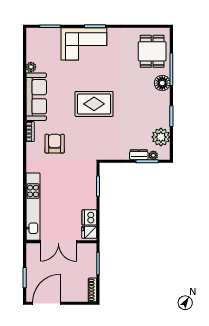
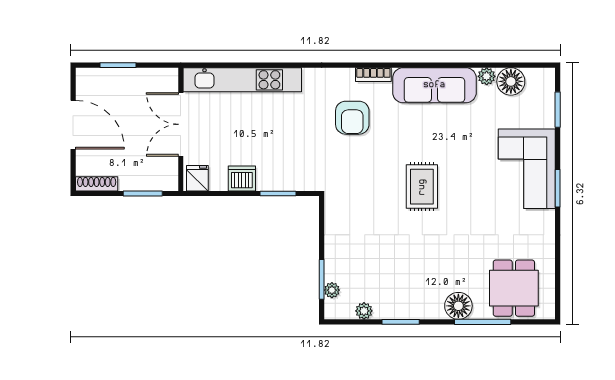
dining table: (152, 51) -> (514, 288), turned 90
floor lamp: (34, 53) -> (511, 81), added
rug: (94, 104) -> (422, 187), width x0.73, depth x0.70
plant: (161, 137) -> (364, 311), width x0.53, depth x0.53
armchair: (55, 144) -> (352, 118), turned 90
dresser: (139, 155) -> (333, 265), removed
dishwasher: (89, 217) -> (242, 178), moved
door: (47, 303) -> (73, 125), moved

